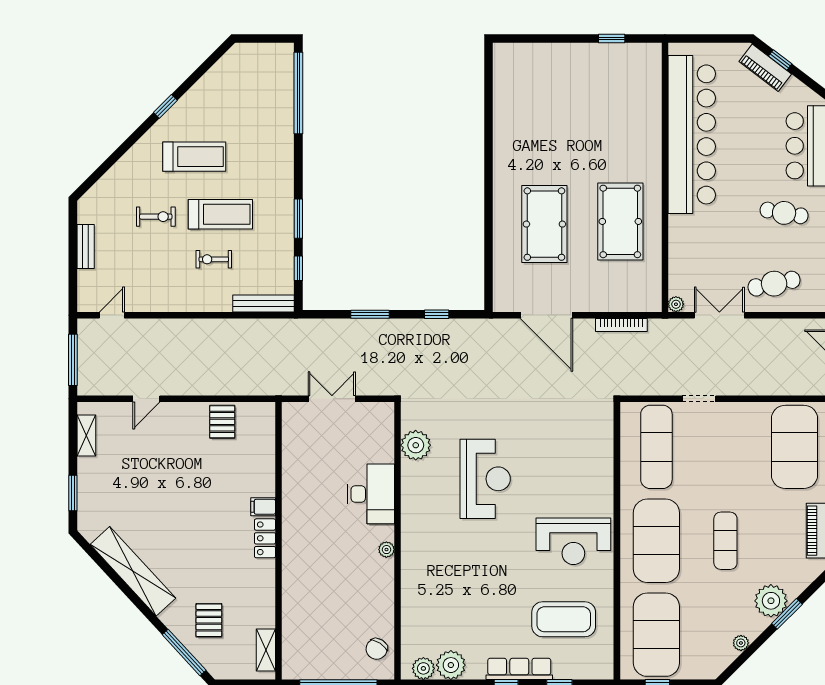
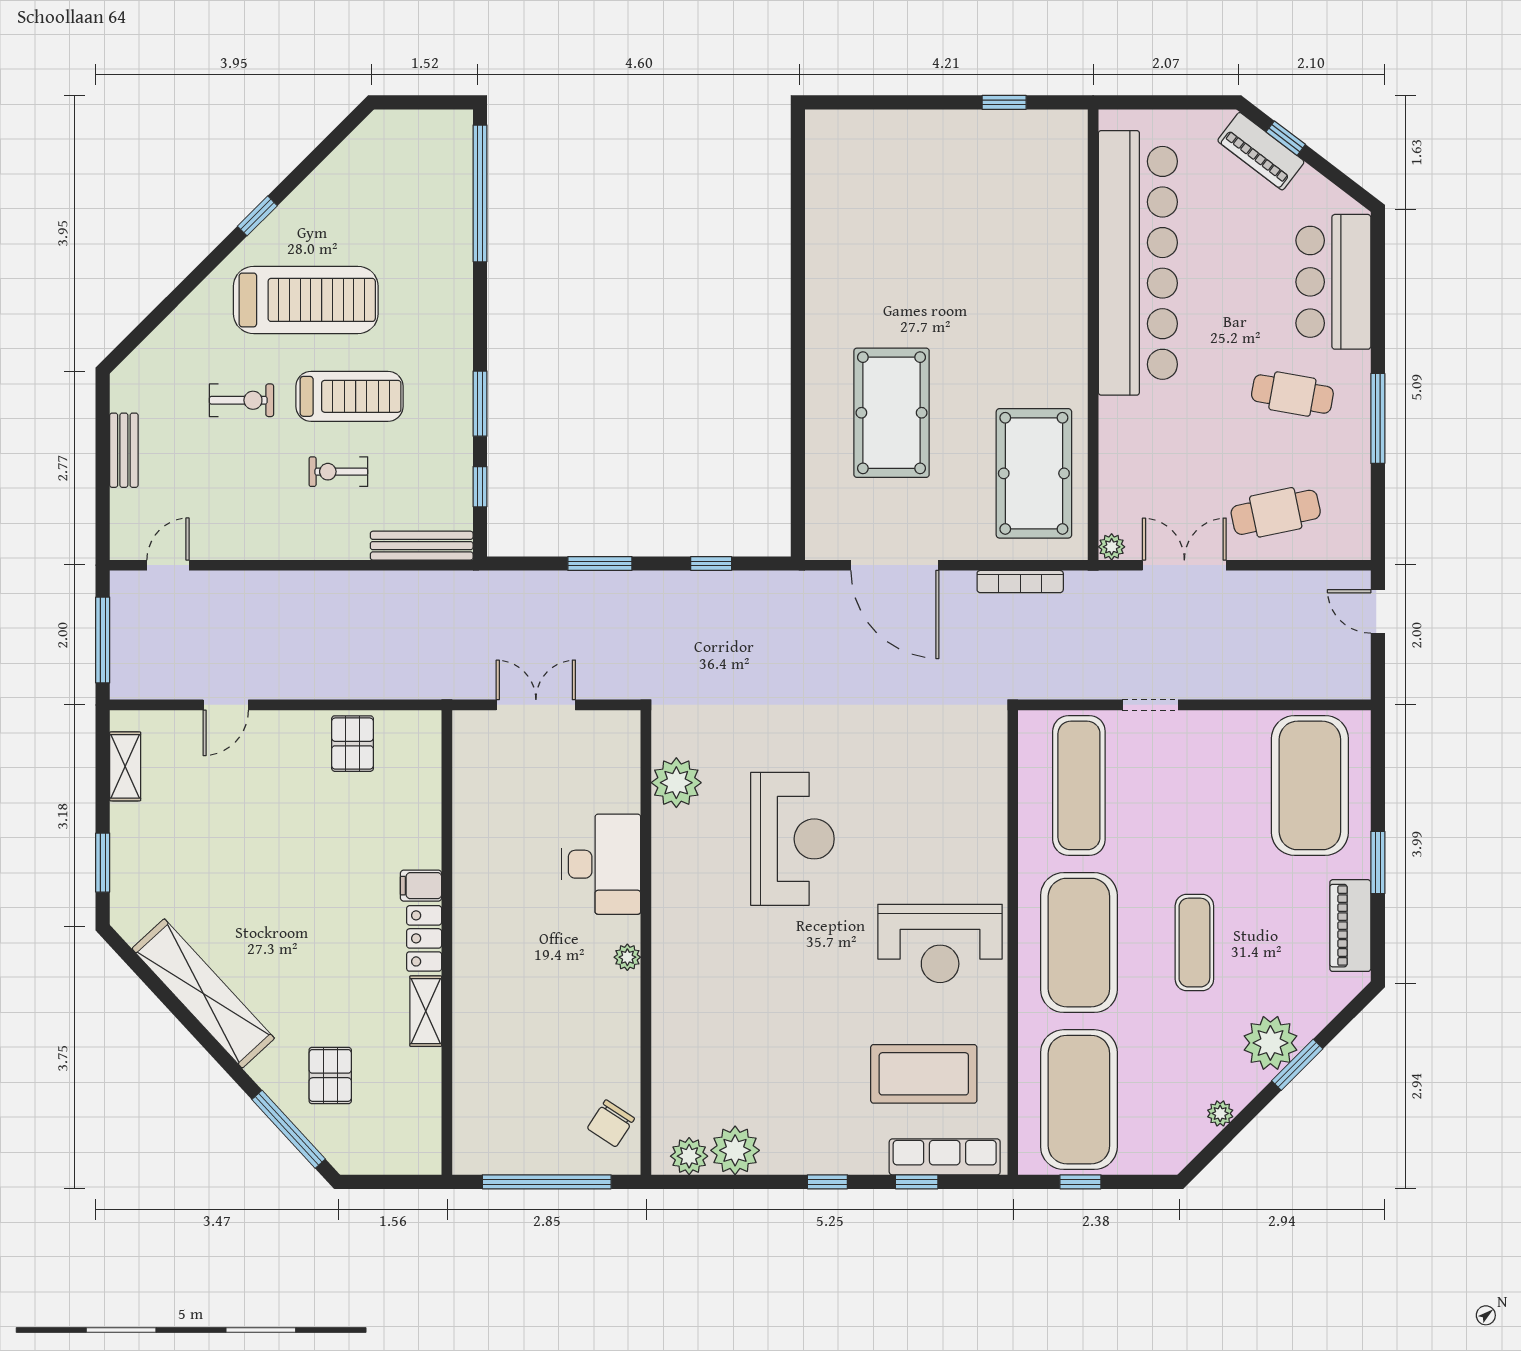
treadmill: (194, 157) -> (306, 300), width x1.37, depth x1.38
pool table: (620, 221) -> (1034, 473), moved
shelving: (266, 650) -> (426, 1011), moved
row of seats: (519, 669) -> (945, 1157), moved

